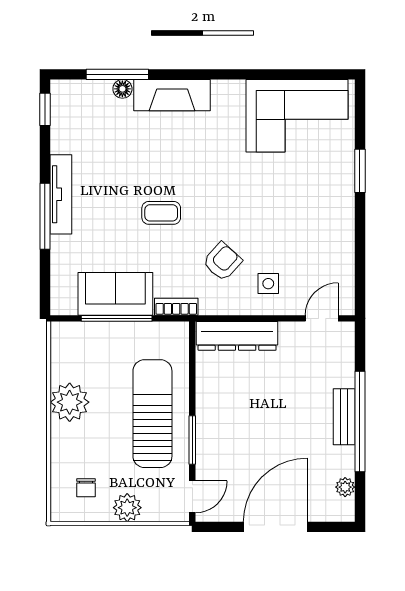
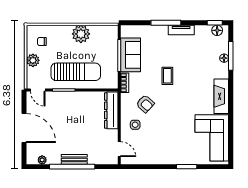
fireplace: (172, 95) -> (221, 96), moved
floor lamp: (62, 104) -> (217, 30), added
tv unit: (61, 194) -> (181, 30), width x0.71

